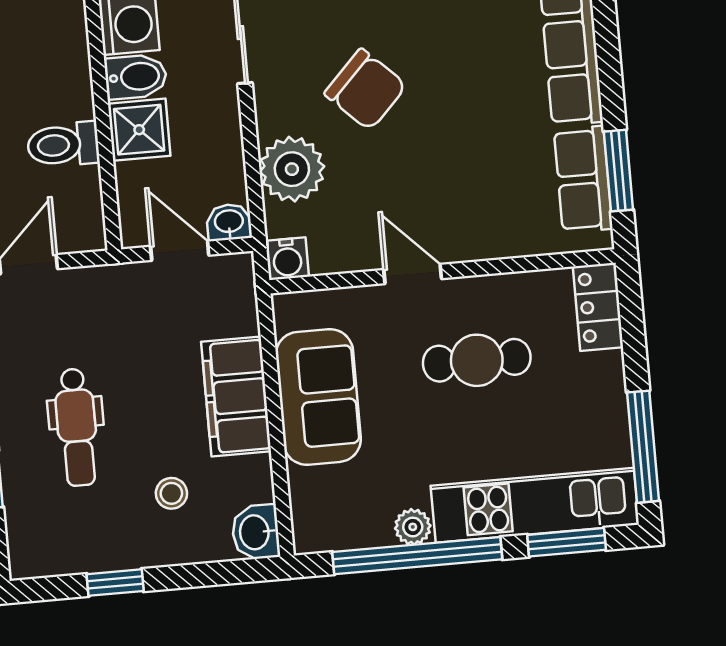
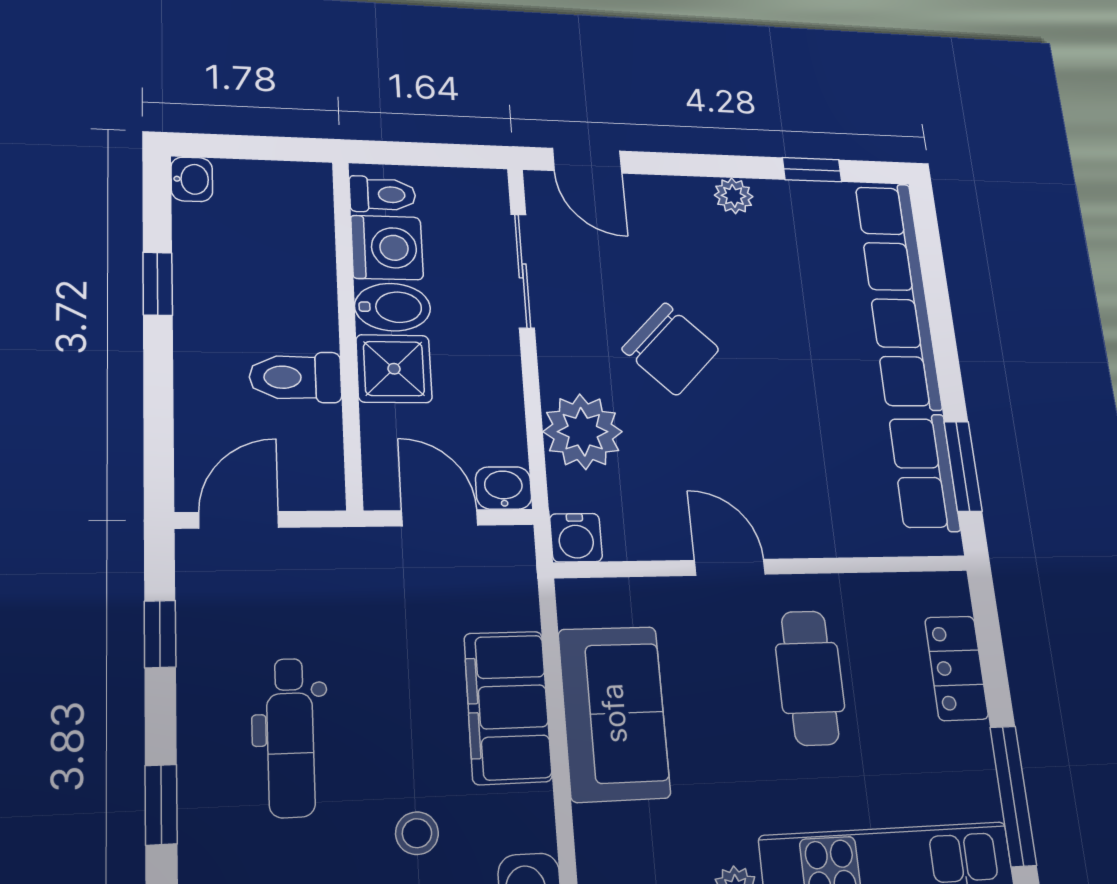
locker: (598, 307) -> (957, 668), moved
cafe table: (477, 360) -> (810, 678), turned 90

